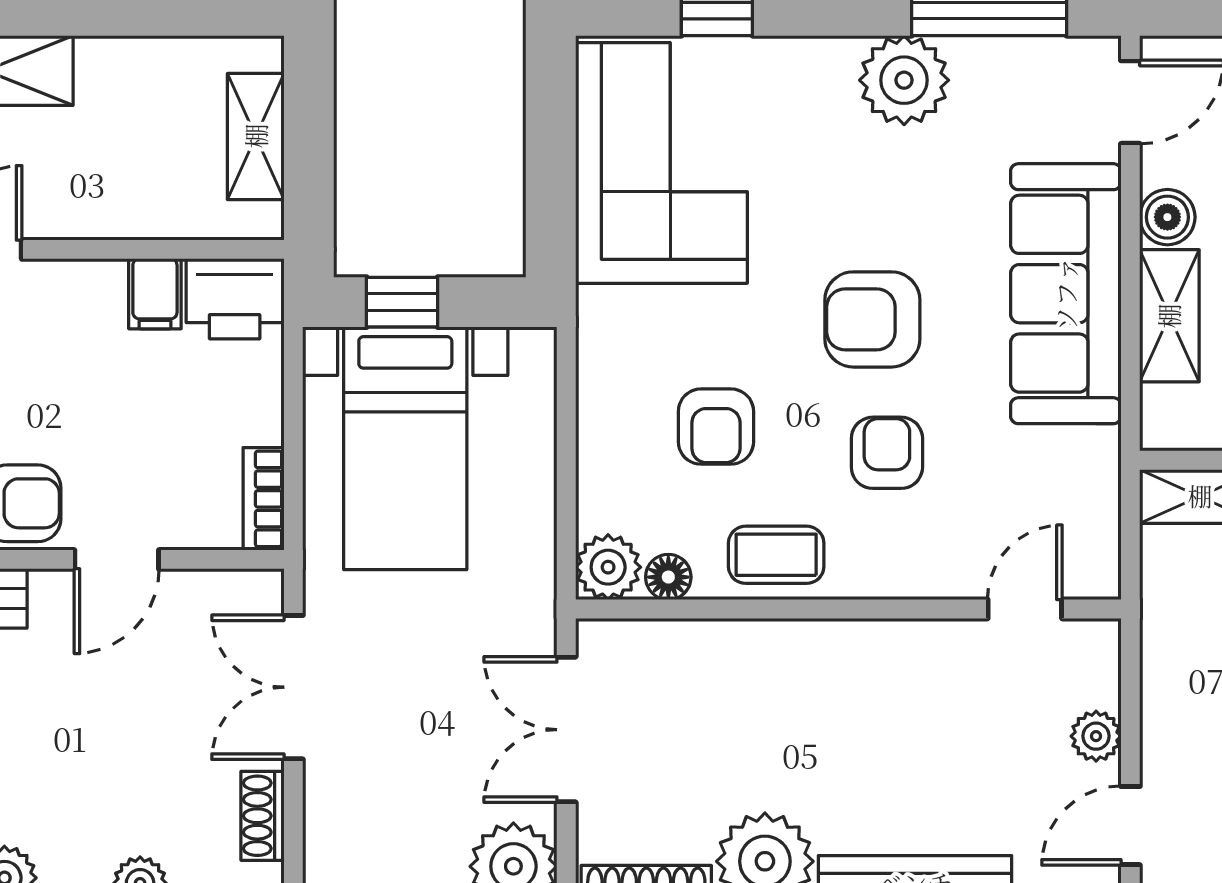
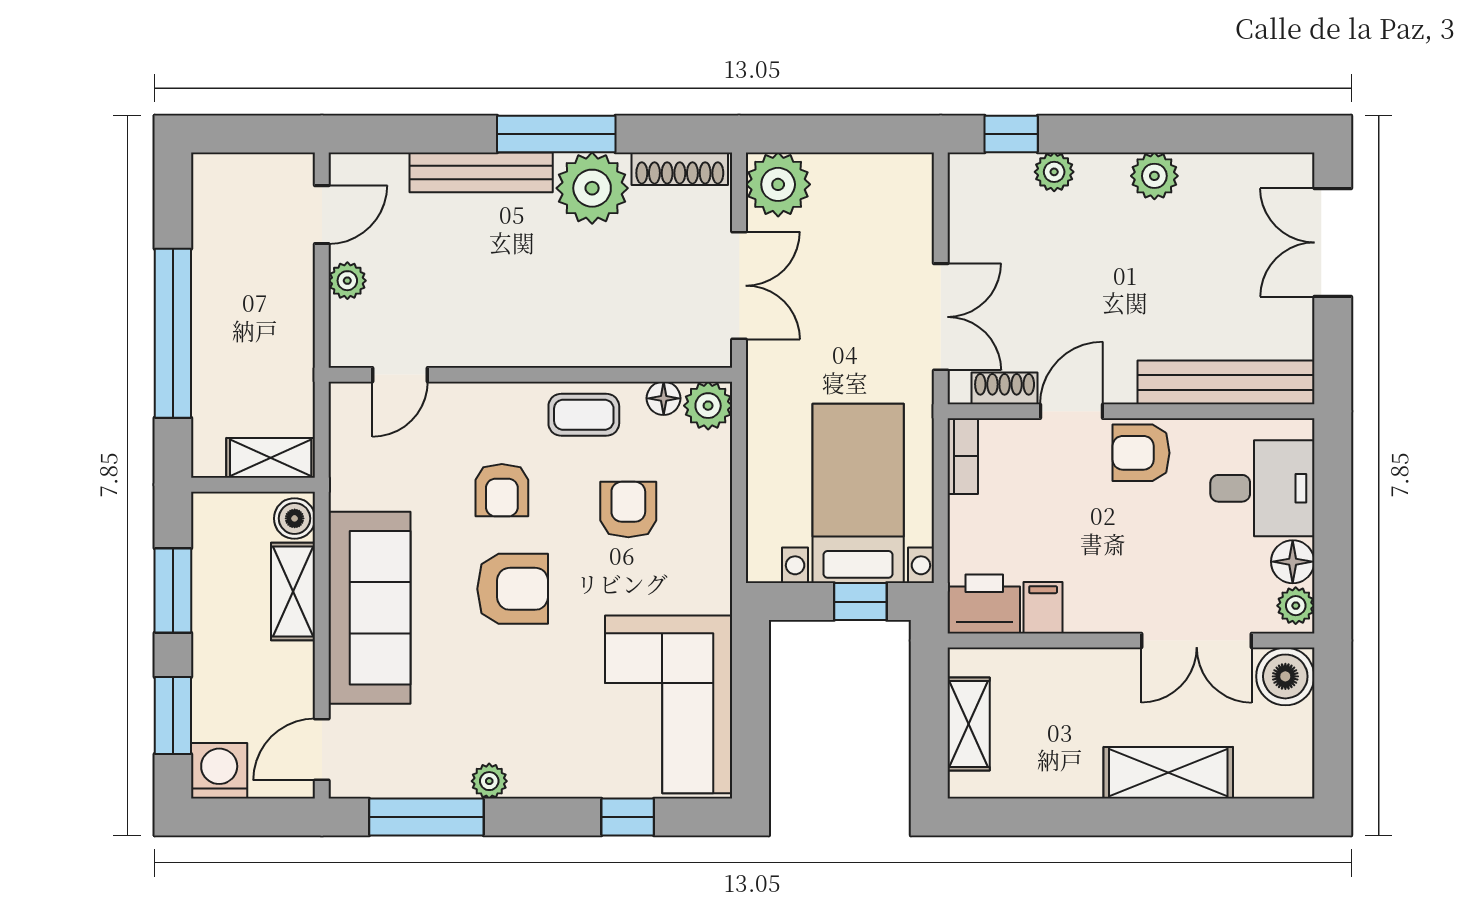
plant: (904, 80) -> (489, 781), width x0.53, depth x0.53
boiler: (1167, 217) -> (295, 518), moved
shoe rack: (262, 816) -> (1005, 388), moved, turned -90

